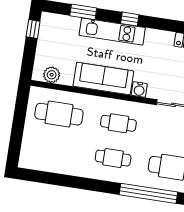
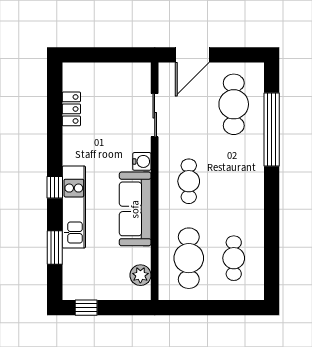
cafe table: (113, 158) -> (234, 258), moved

